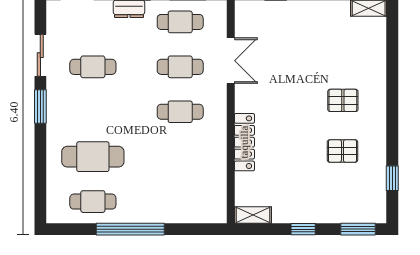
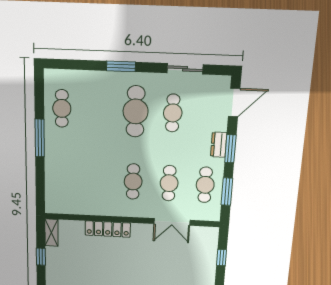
window: (40, 106) -> (121, 66), moved
cafe table: (93, 157) -> (136, 111), moved
window: (130, 229) -> (40, 138), width x0.68
window: (303, 229) -> (41, 257), moved

